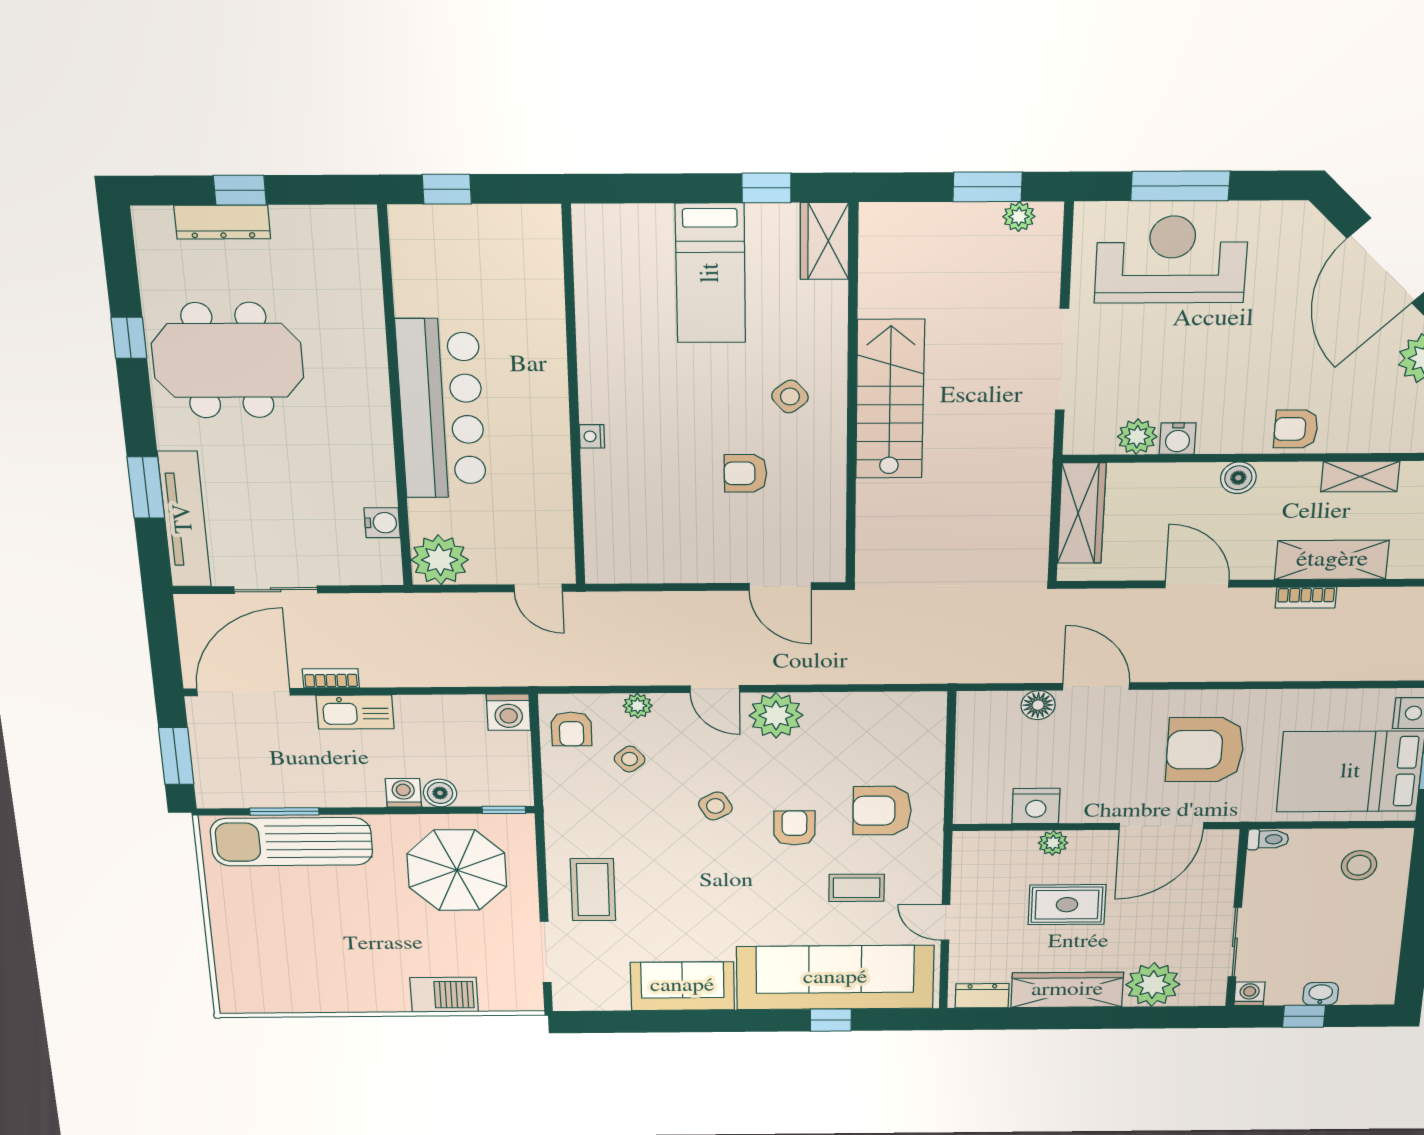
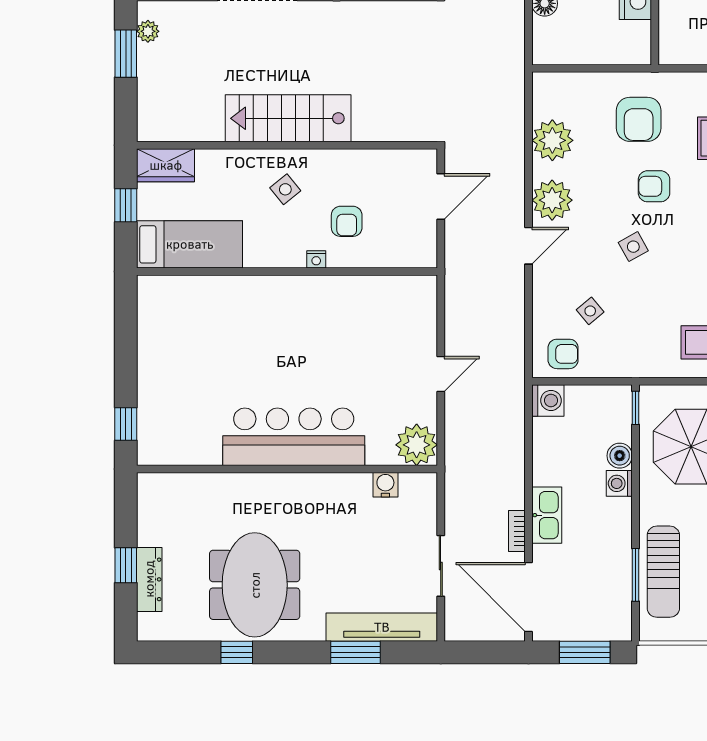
wall: (574, 400) -> (287, 271), moved
nightstand: (592, 436) -> (316, 259), moved
plant: (638, 706) -> (552, 140), moved, width x1.88, depth x1.88
sun lounger: (292, 842) -> (663, 572), width x0.73, depth x0.75

